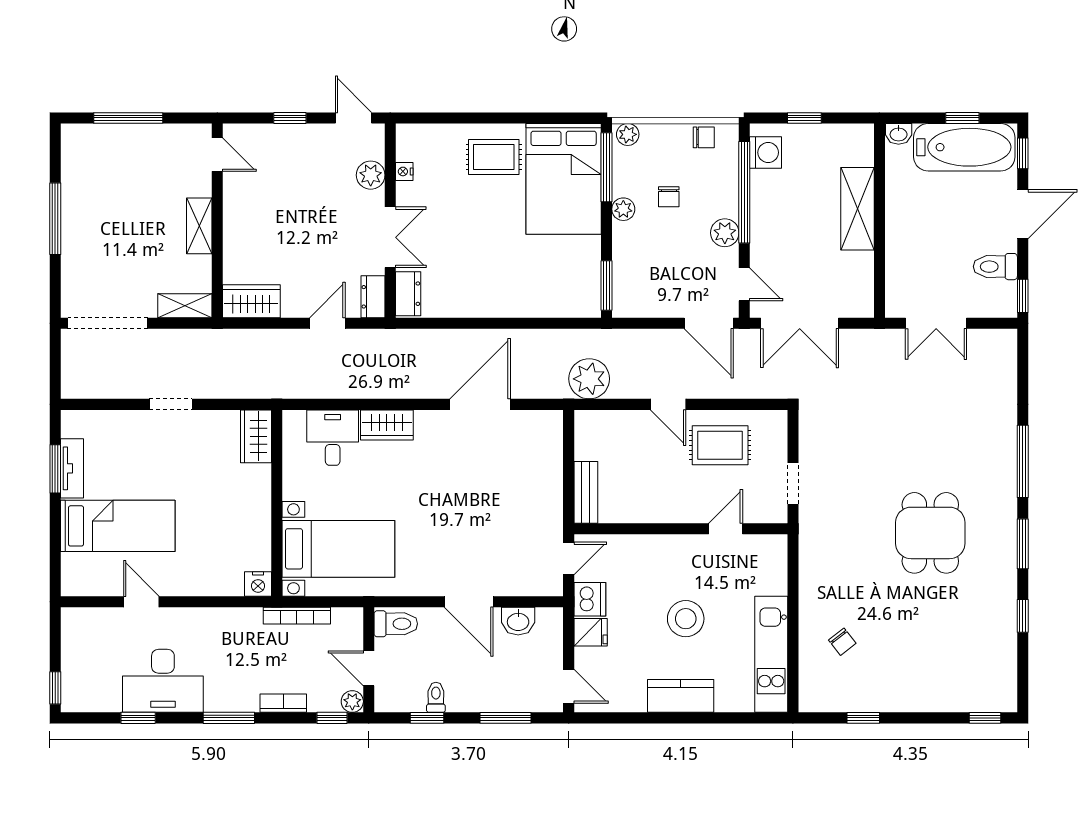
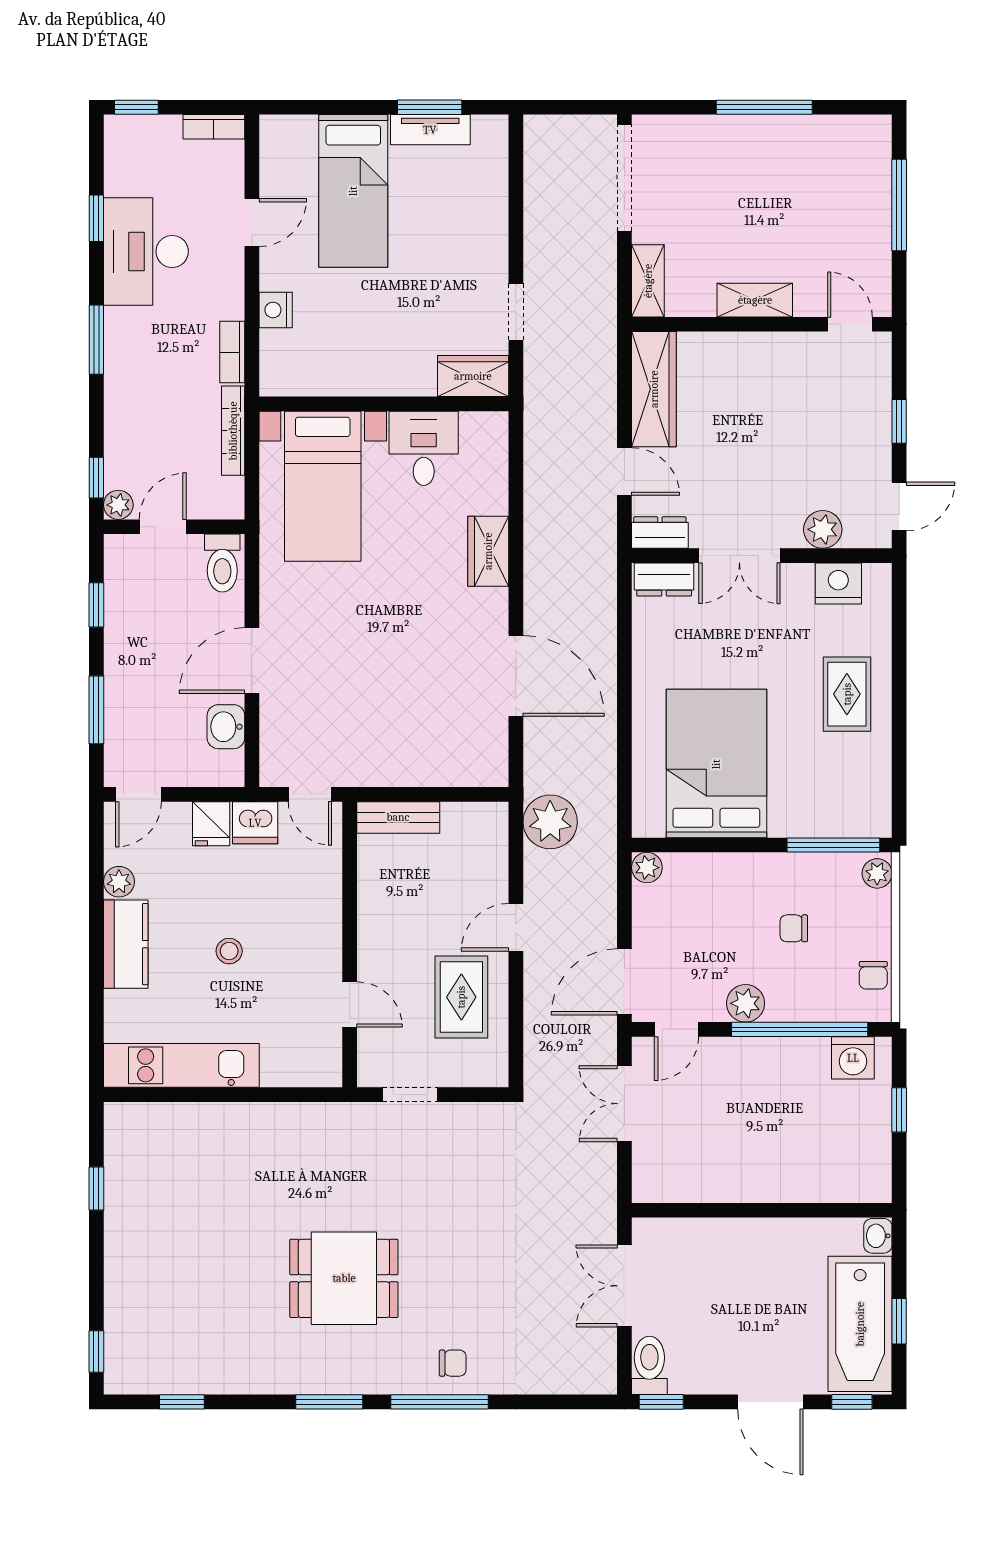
door: (217, 155) -> (850, 324), swing flipped
nightstand: (404, 171) -> (838, 583), width x1.89, depth x1.79
bed: (564, 179) -> (716, 764), moved, turned 90
plant: (623, 209) -> (647, 868), moved
shelving: (857, 209) -> (778, 1181), removed
toilet: (995, 267) -> (649, 1365), moved
window: (606, 286) -> (675, 845), removed
wardrobe: (251, 301) -> (654, 389), width x1.50
double door: (800, 323) -> (624, 1104), width x0.73
doorway: (171, 404) -> (516, 312), moved
desk: (333, 438) -> (424, 448), moved, turned -90
nightstand: (258, 584) -> (276, 310), moved
window: (1023, 616) -> (182, 1402), moved
stool: (686, 619) -> (229, 951), width x0.53, depth x0.53
bookcase: (70, 630) -> (214, 127), added
chair: (842, 642) -> (453, 1363), moved, turned -142
toilet: (436, 697) -> (124, 617), removed
plant: (634, 701) -> (119, 882), added
bookcase: (283, 703) -> (232, 352), moved, turned 180

